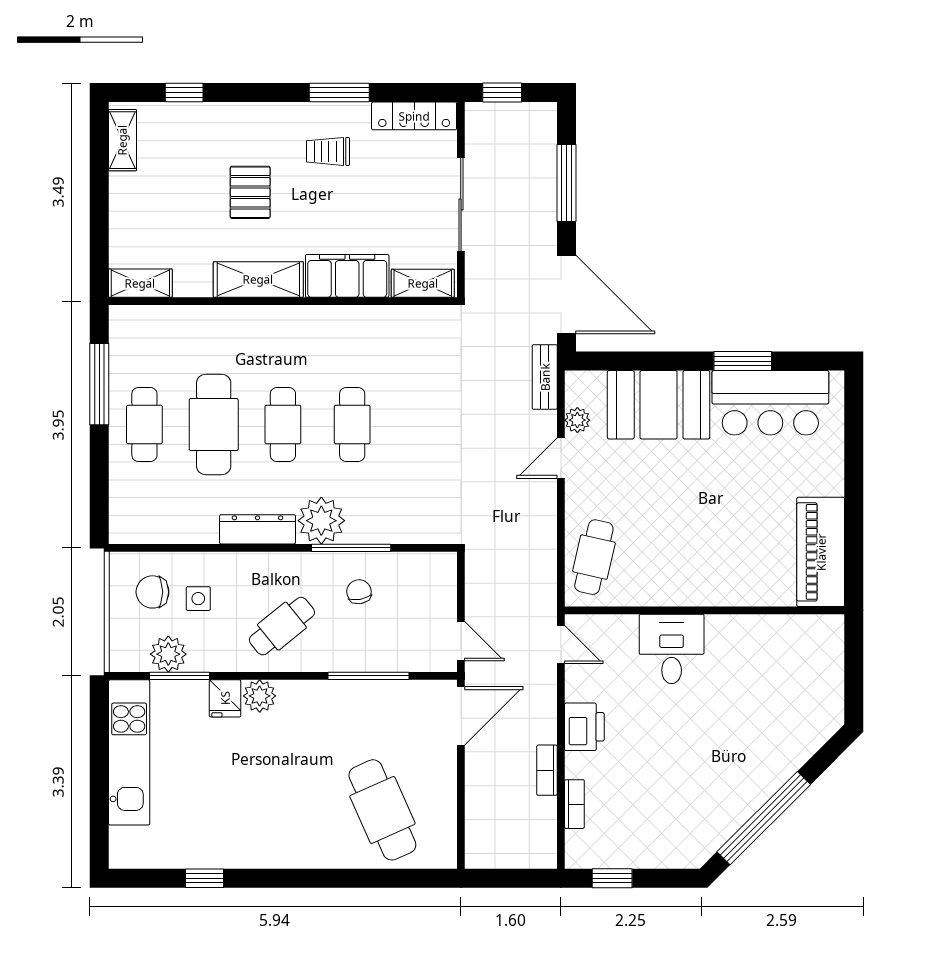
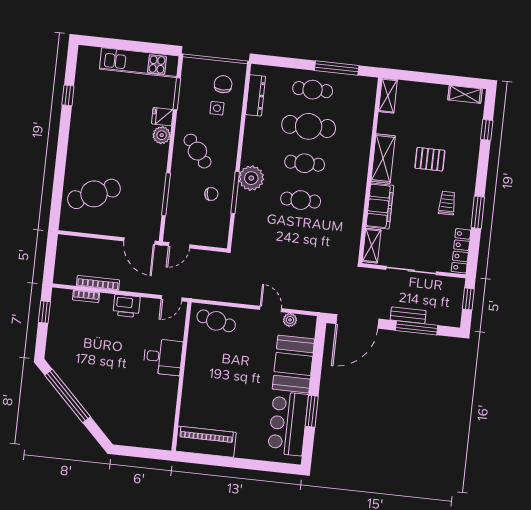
bench: (545, 377) -> (408, 315), moved
dresser: (258, 529) -> (256, 95), moved
plant: (168, 654) -> (189, 89), removed
bookcase: (547, 770) -> (98, 283), width x1.56

